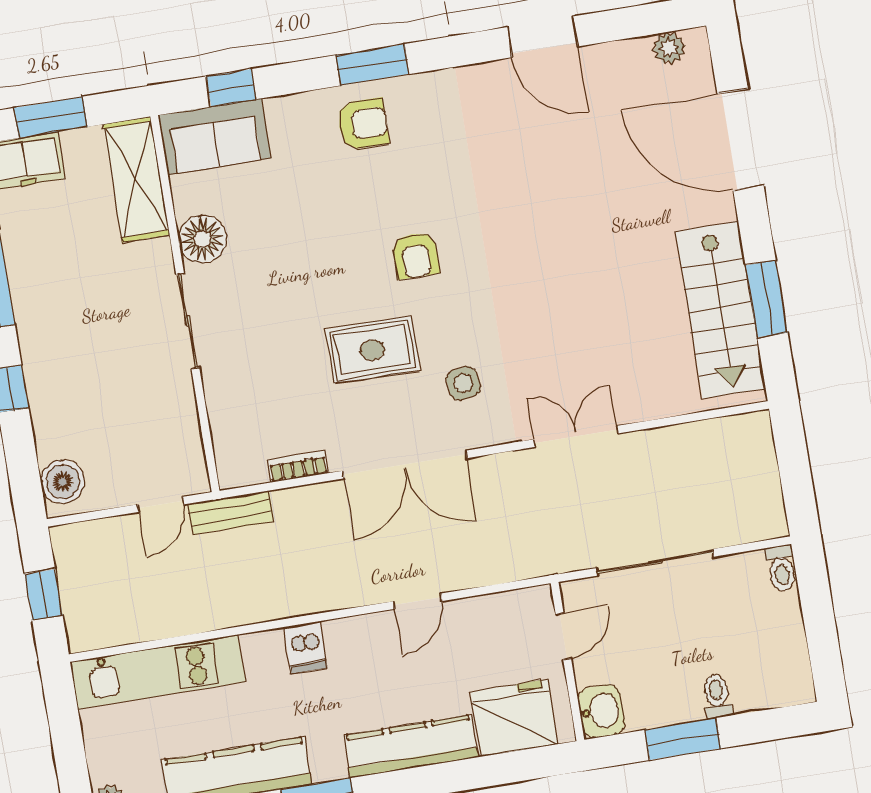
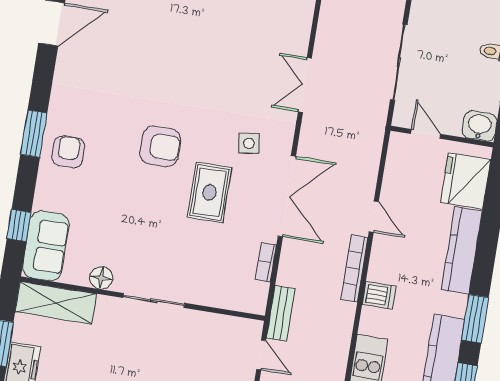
floor lamp: (203, 239) -> (101, 278), width x0.73, depth x0.73
armchair: (416, 255) -> (160, 146), width x1.38, depth x1.38
bookcase: (332, 598) -> (354, 268), added

